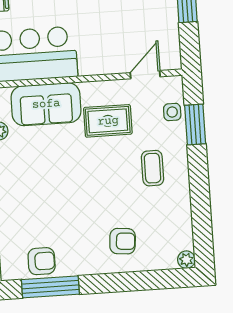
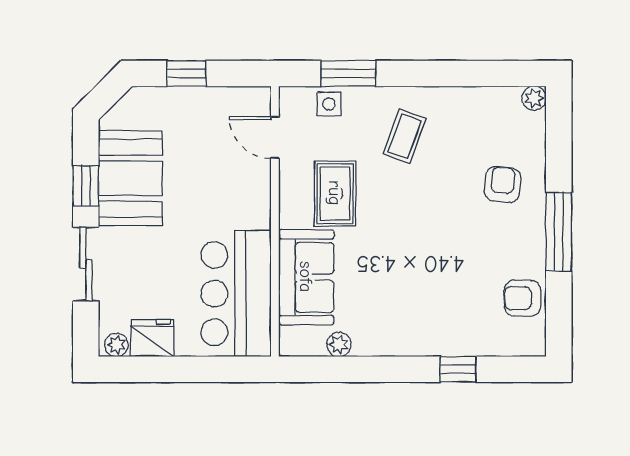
coffee table: (153, 168) -> (405, 136), turned -70
armchair: (42, 261) -> (523, 298), turned -90
window: (50, 287) -> (559, 232), moved

